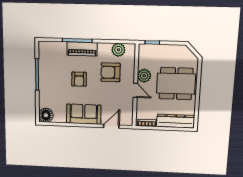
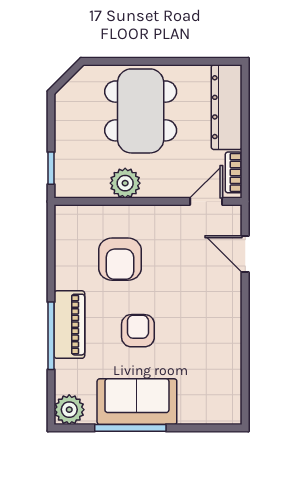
plant: (118, 50) -> (69, 410), moved
armchair: (79, 79) -> (138, 331), turned -90
door: (135, 90) -> (206, 201), moved
sofa: (84, 114) -> (137, 402), moved, turned 90
floor lamp: (46, 115) -> (225, 408), removed

